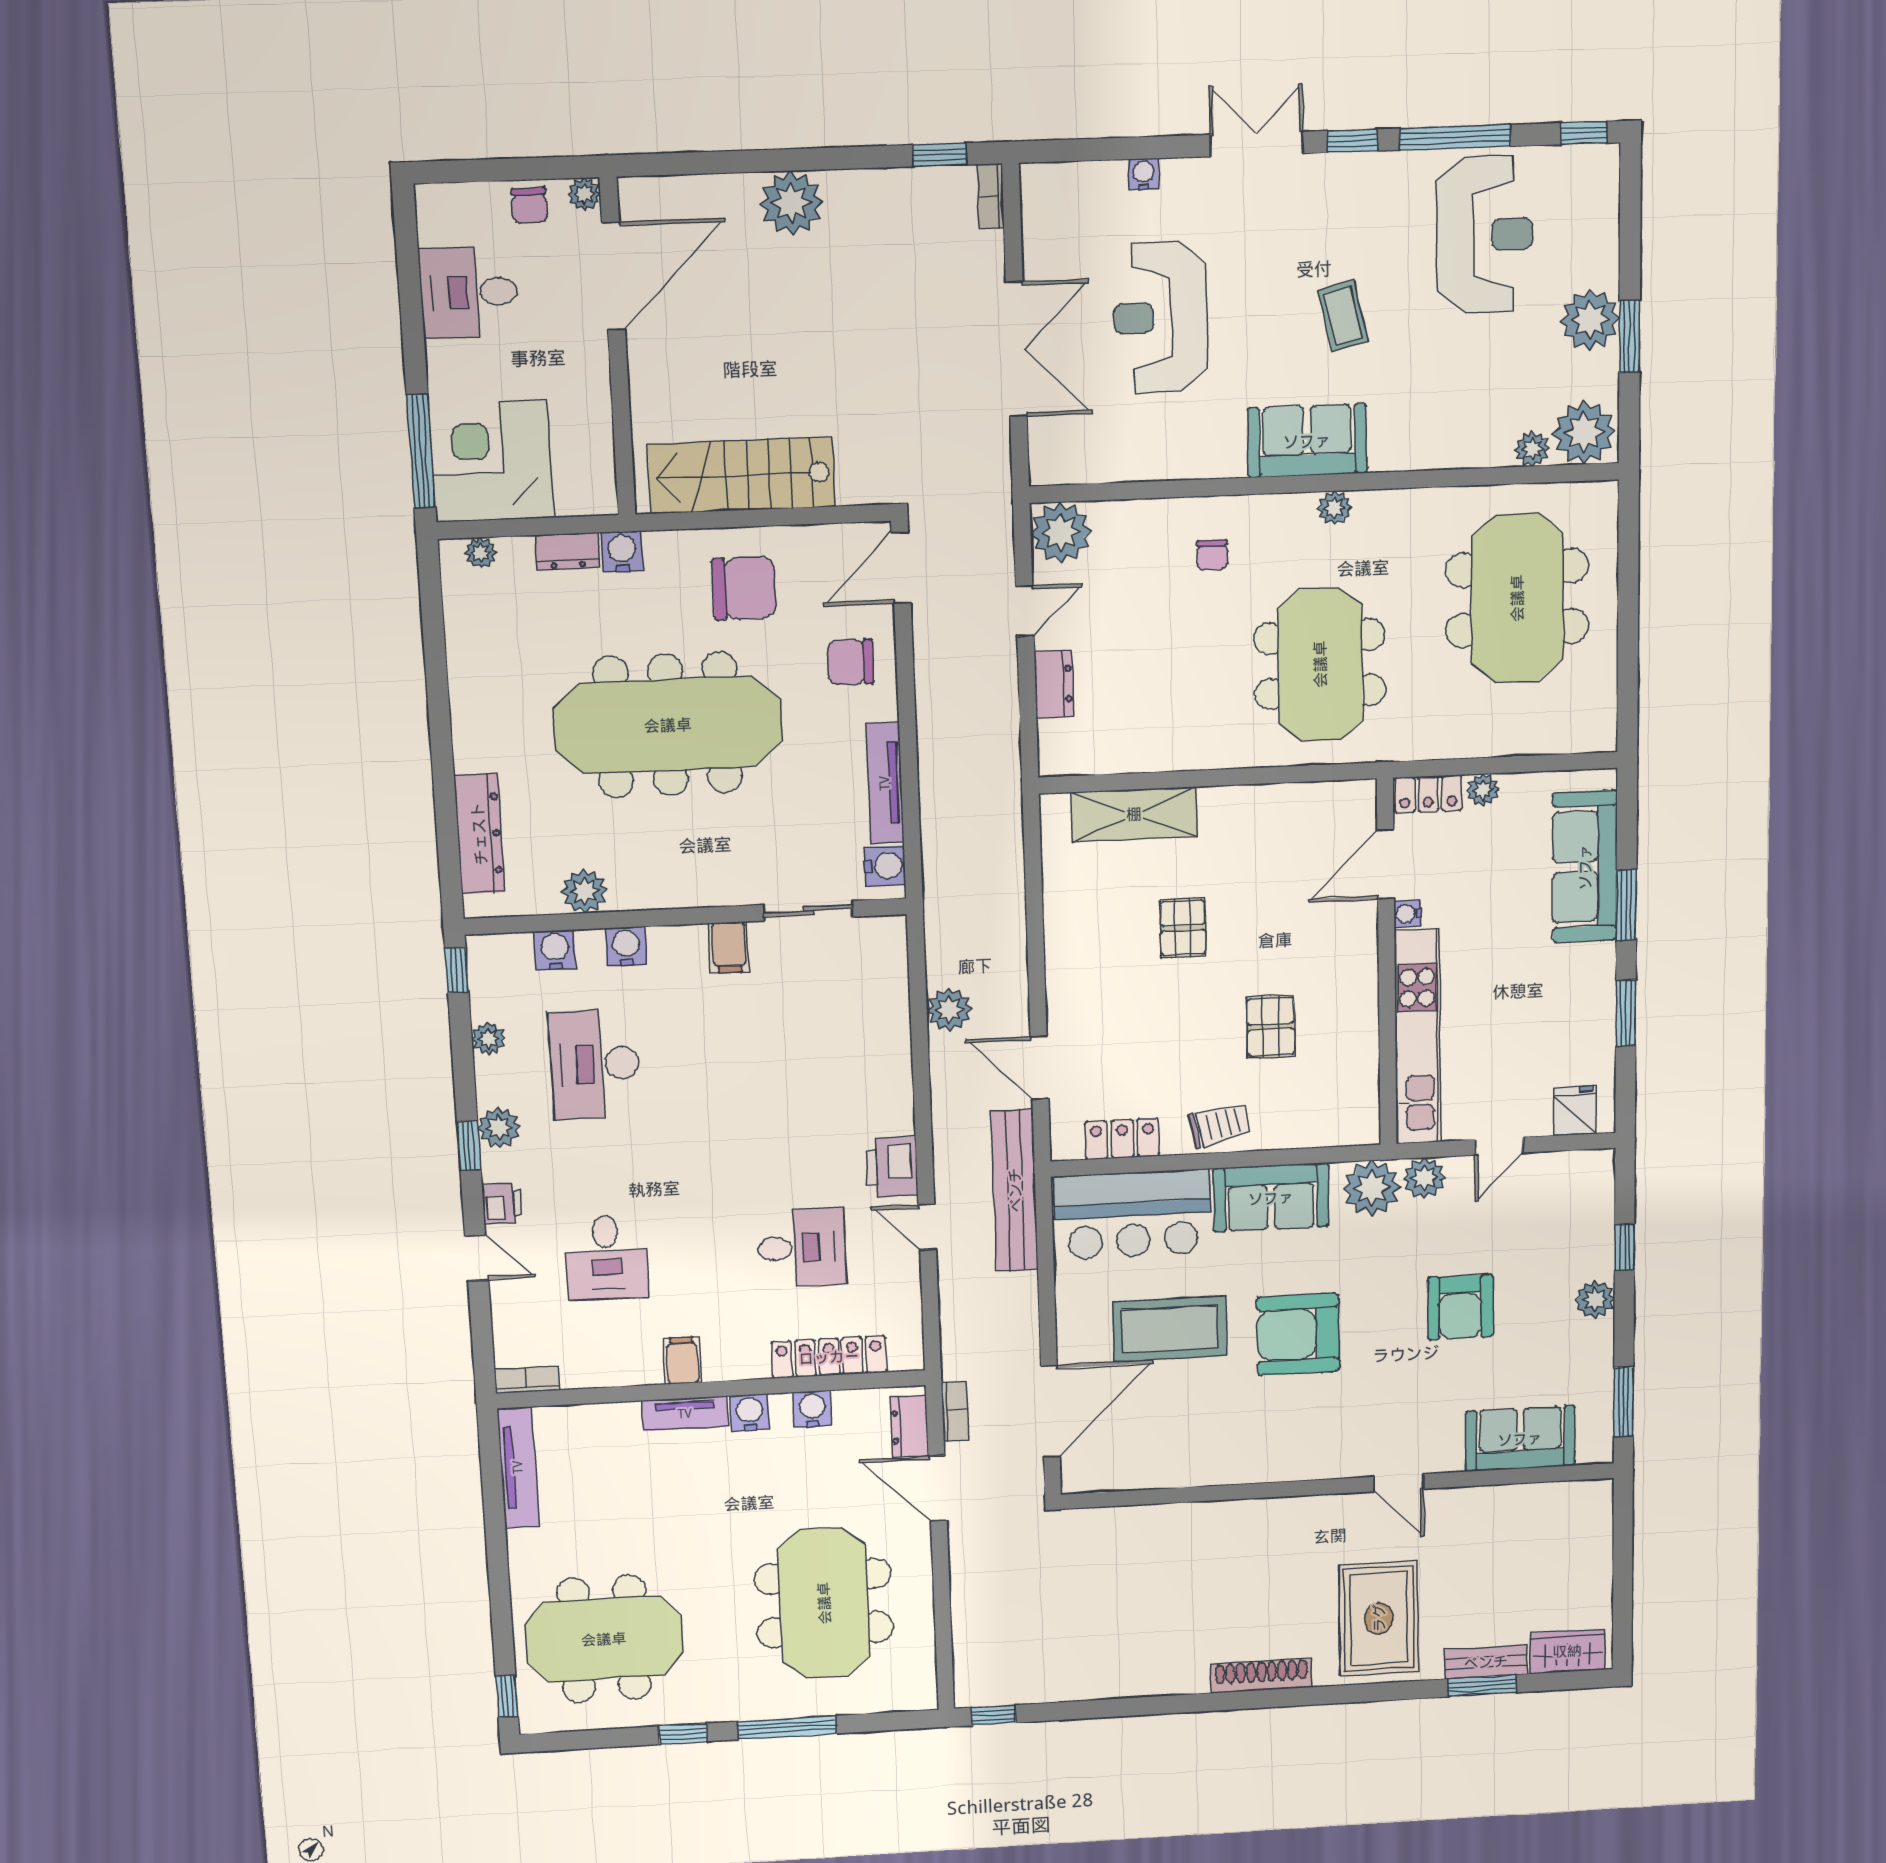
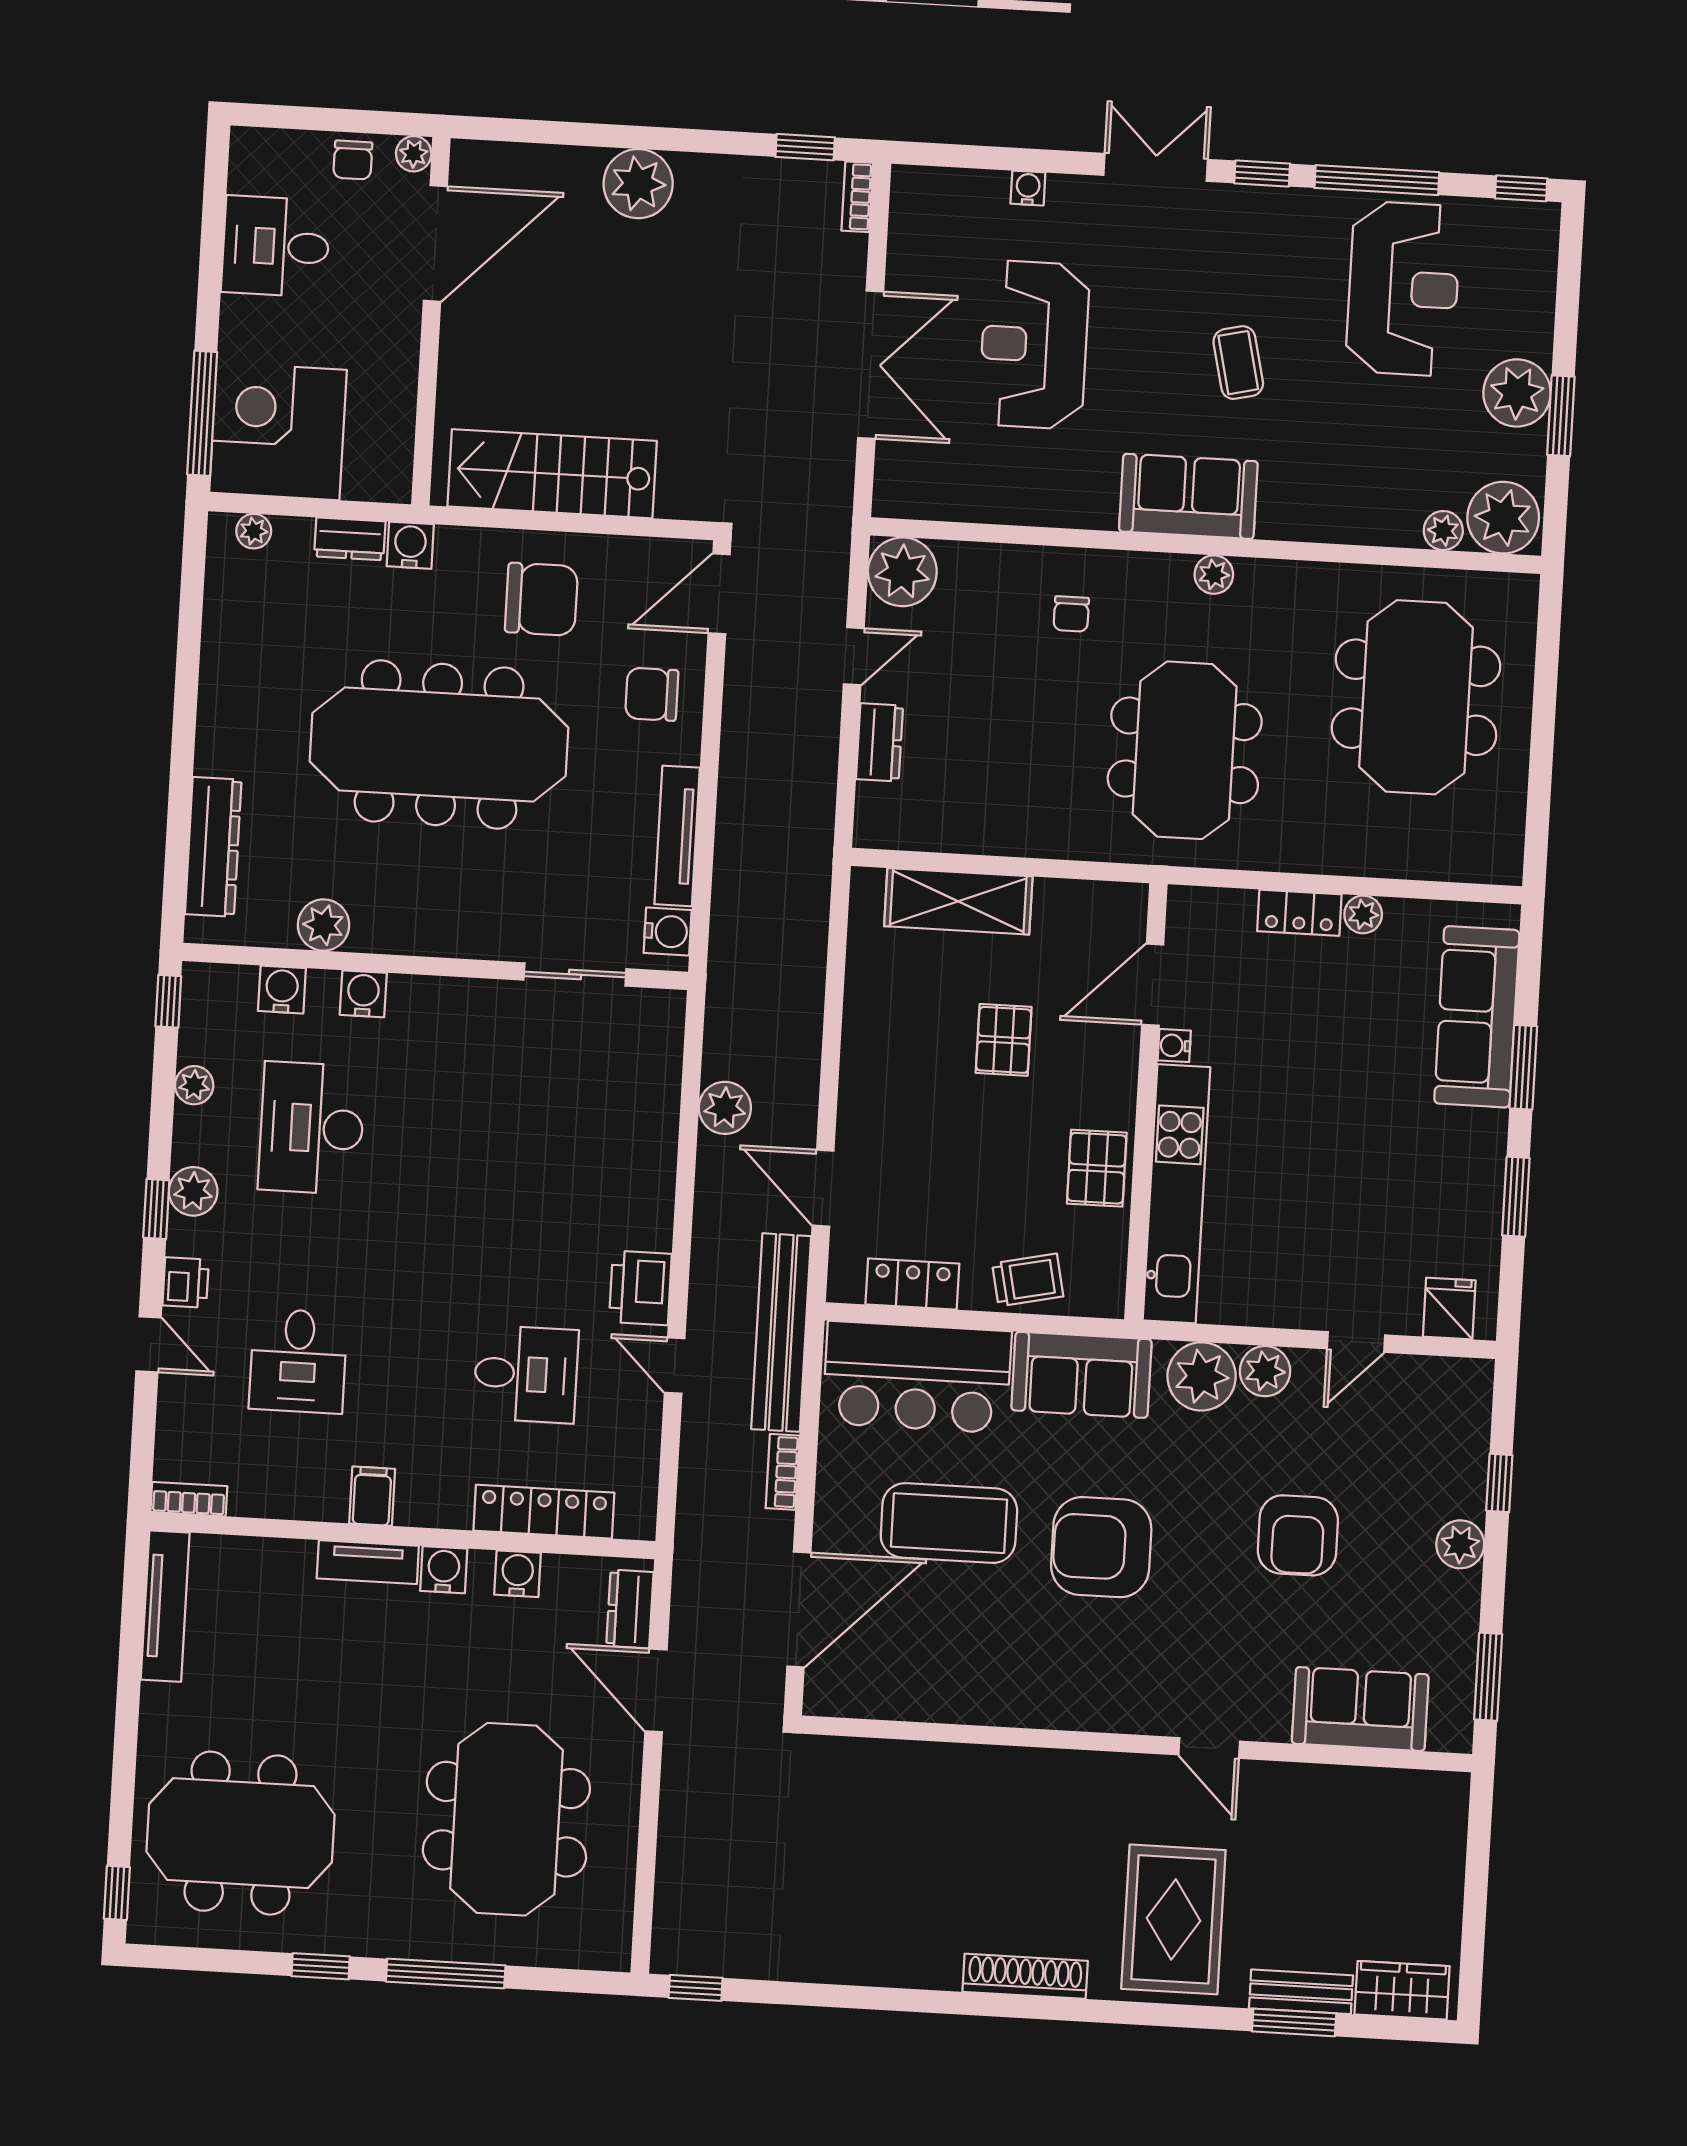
door: (1386, 864) -> (1153, 985), moved
water cooler: (1407, 914) -> (1174, 1046), moved
filing cabinet: (729, 947) -> (480, 1008), removed
wall: (1387, 963) -> (1146, 1102), moved
kitchen unit: (1418, 1037) -> (1176, 1194), moved
bookcase: (955, 1411) -> (783, 1472), moved, turned 180

